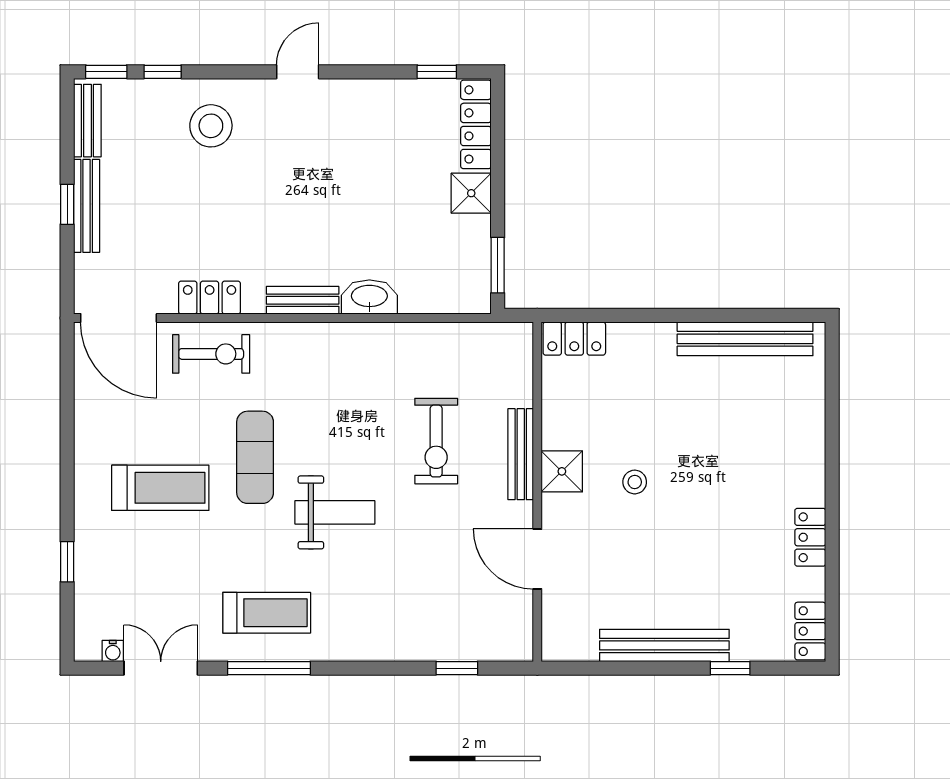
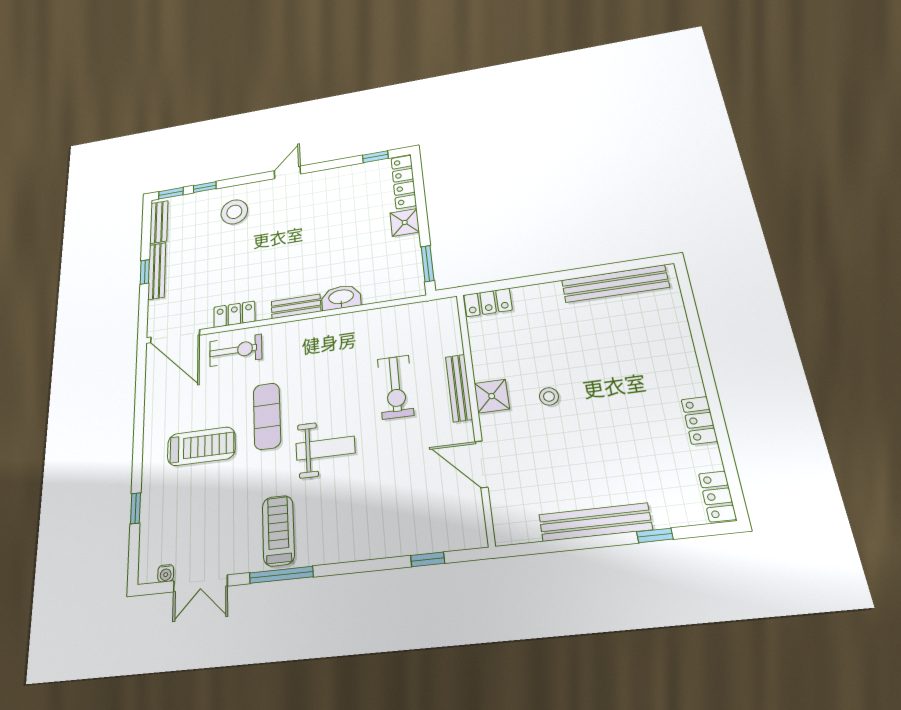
treadmill: (267, 613) -> (278, 531), turned -90
double door: (161, 668) -> (200, 583), swing flipped

